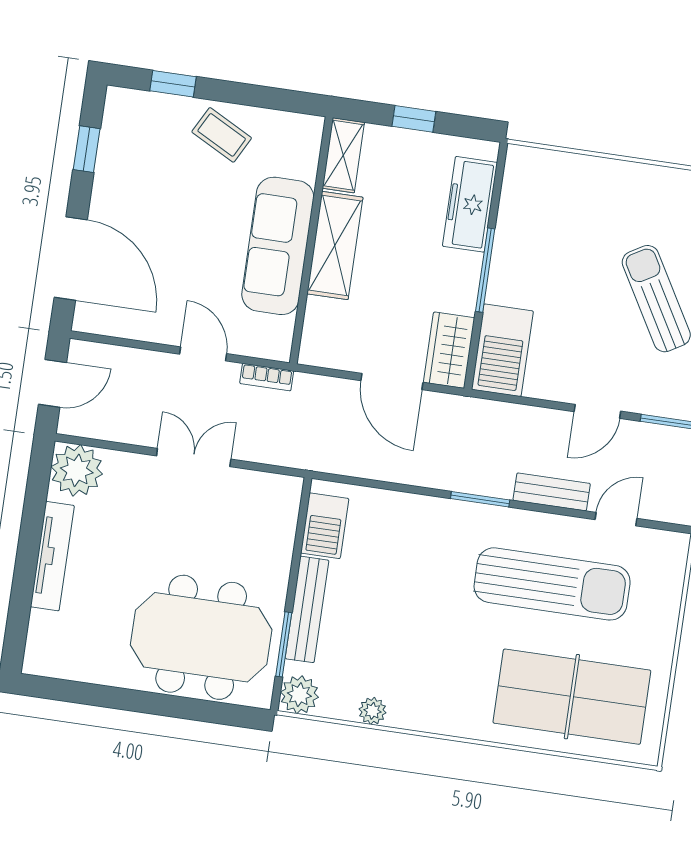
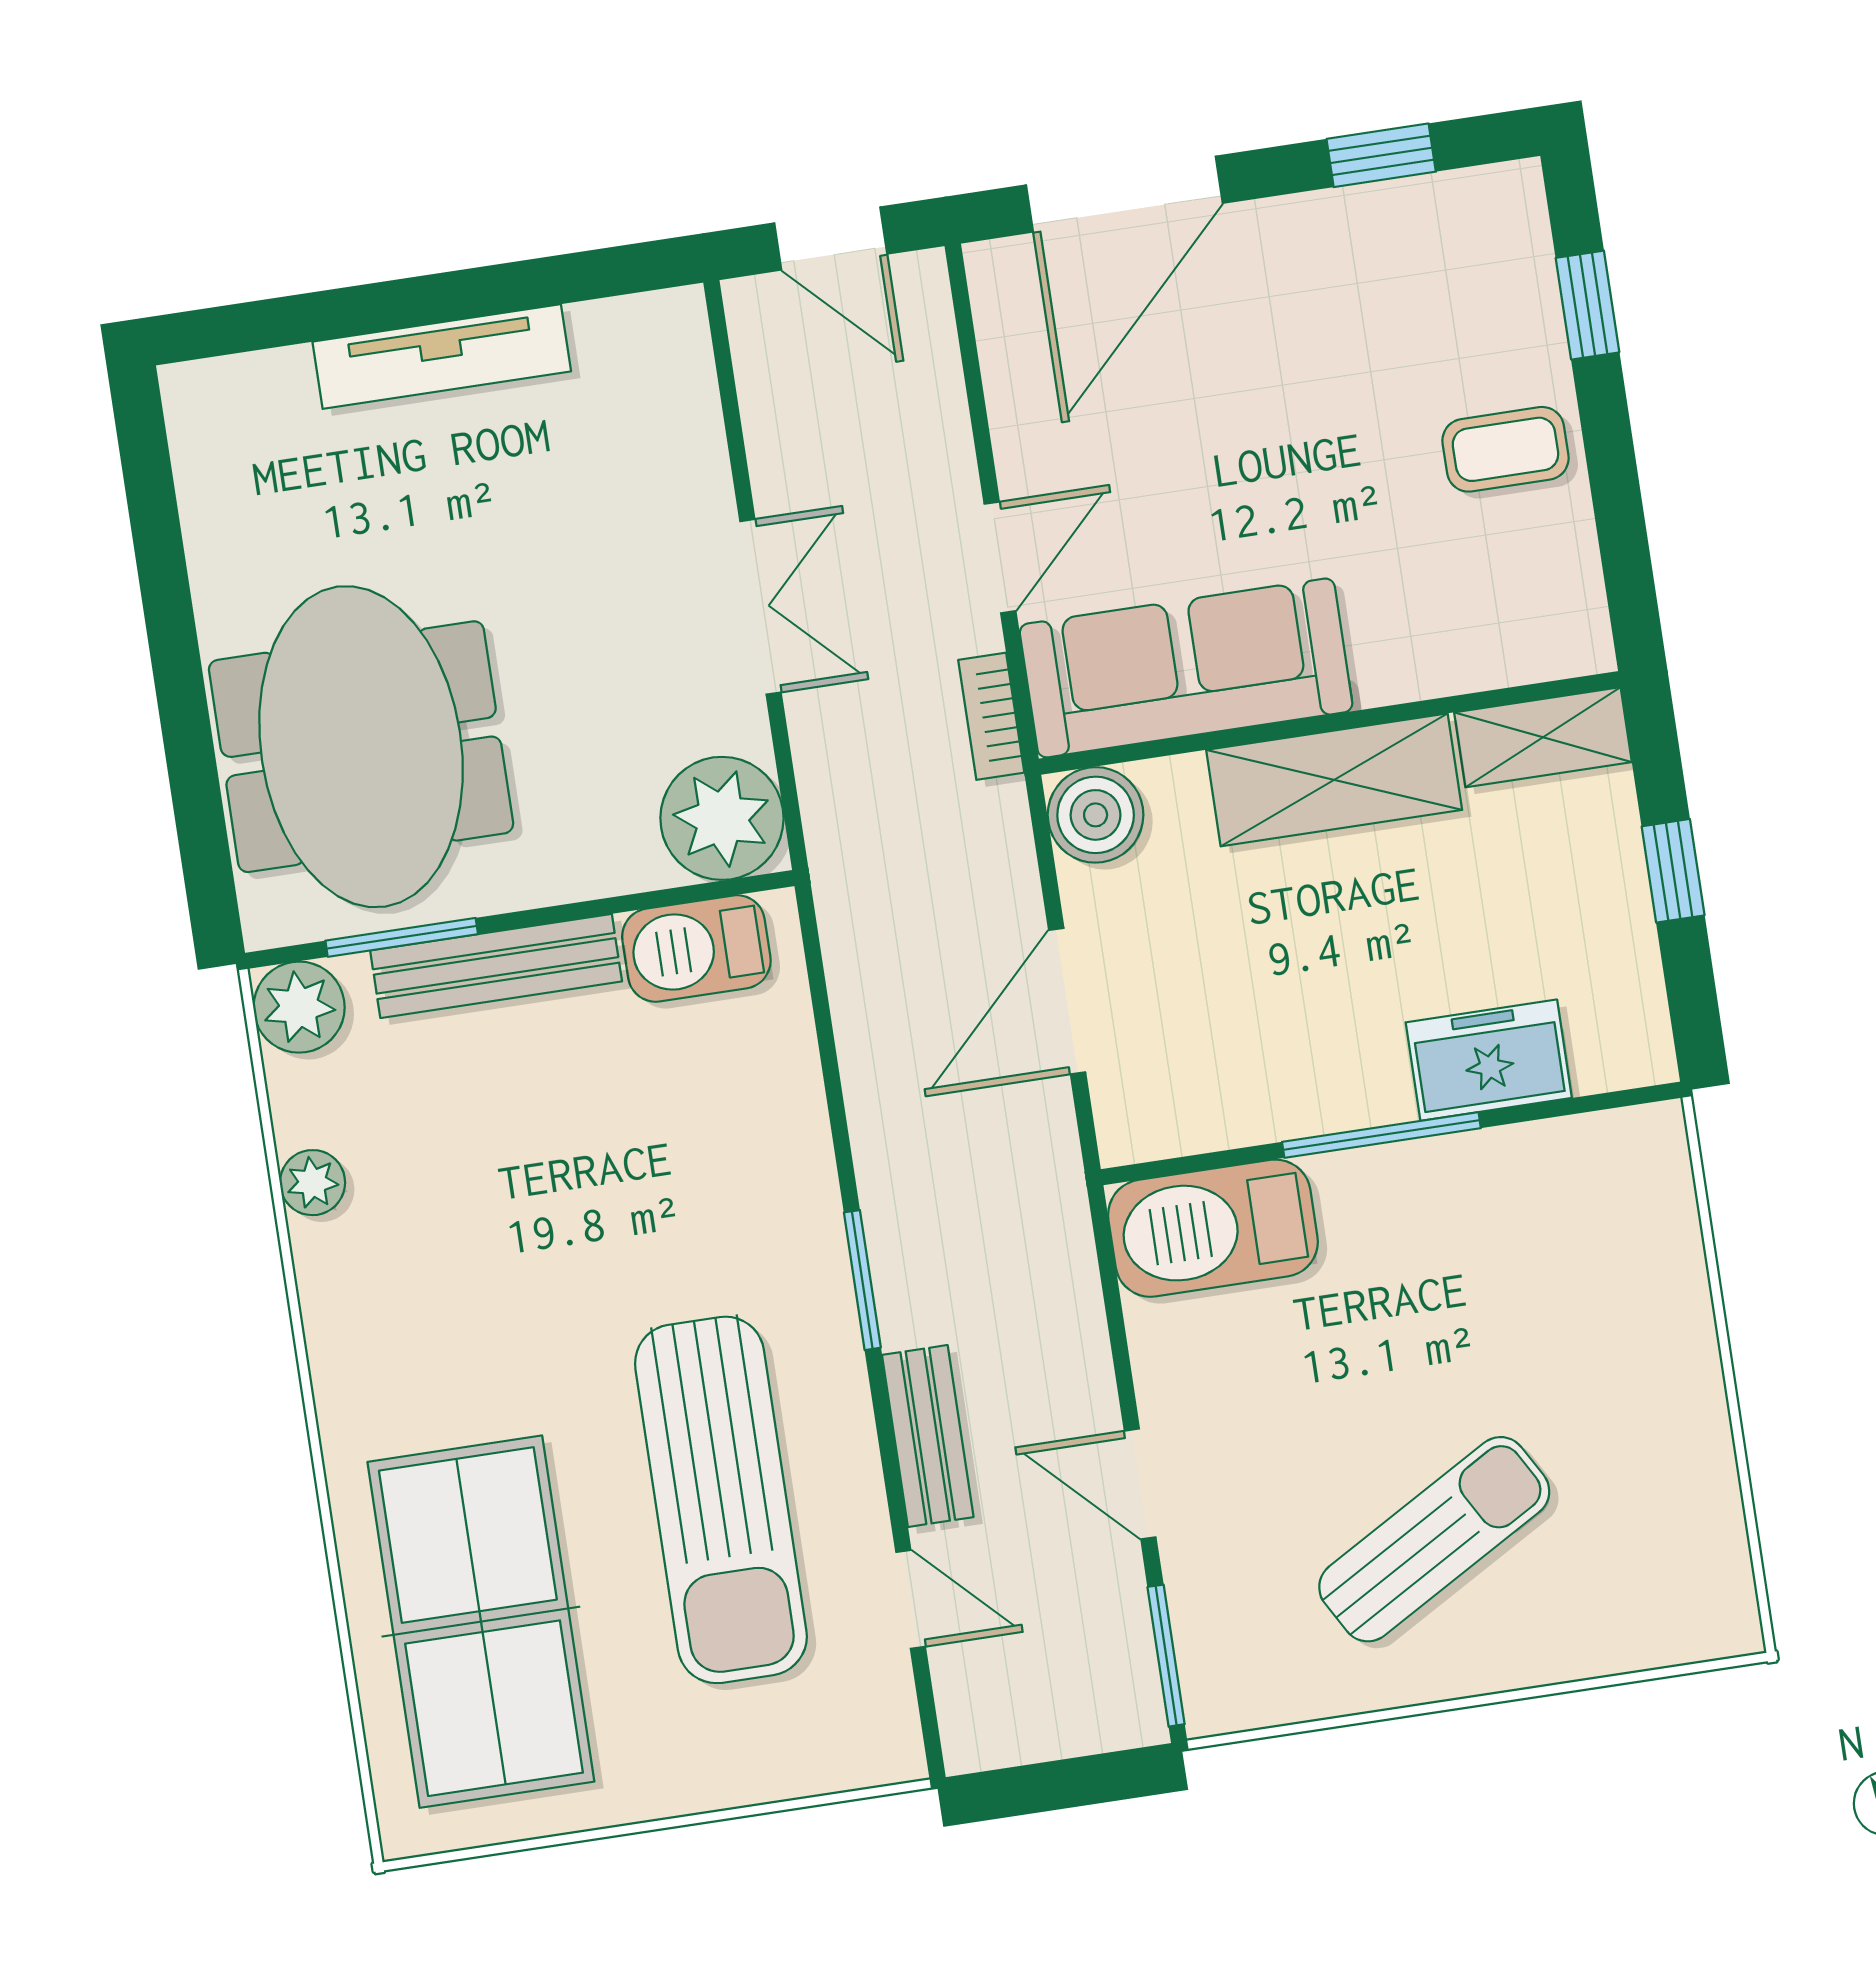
coffee table: (222, 135) -> (1505, 449), turned 62
freezer: (470, 204) -> (1489, 1060), width x0.71
sofa: (278, 246) -> (1186, 668), moved
boiler: (320, 347) -> (1096, 815), added
wardrobe: (449, 350) -> (1177, 1108), removed
plant: (77, 470) -> (722, 818), moved

